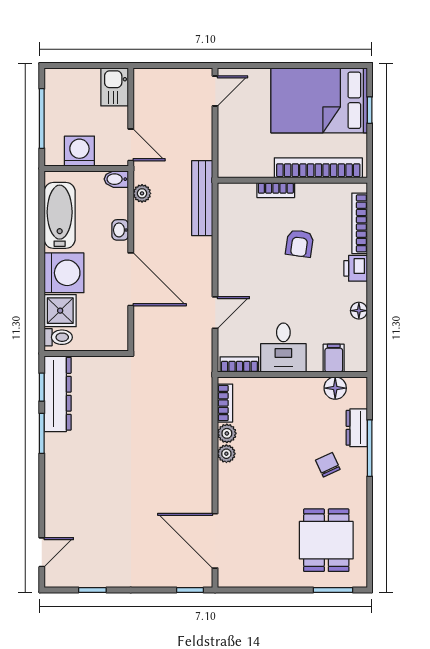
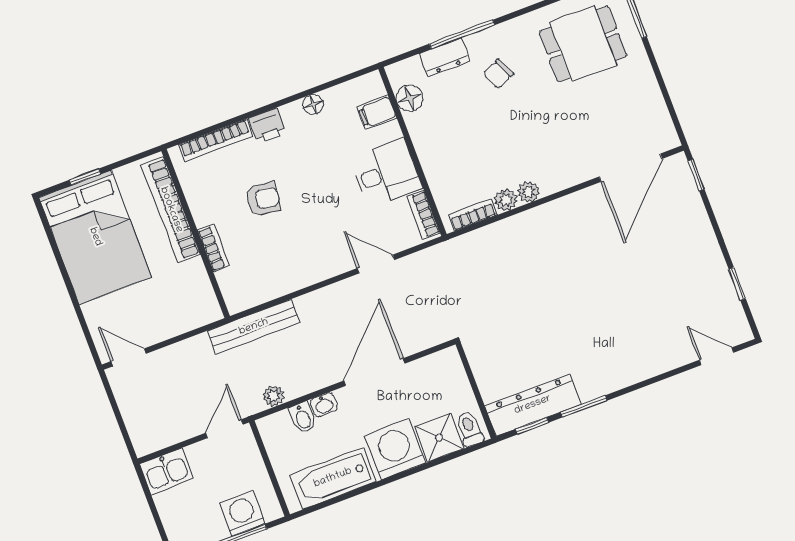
washing machine: (79, 151) -> (242, 513), moved, turned 90
bidet: (116, 179) -> (303, 418), moved

